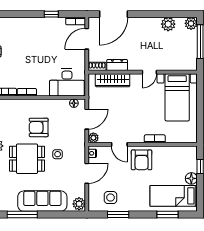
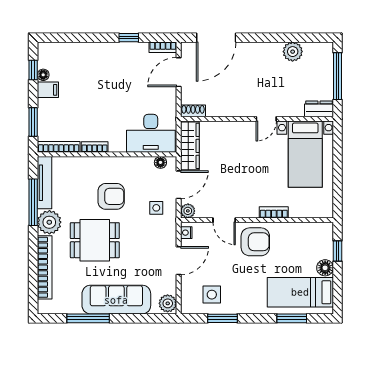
plant: (191, 23) -> (325, 51), removed
dresser: (117, 65) -> (319, 109), moved
wardrobe: (113, 80) -> (190, 146), moved, turned -90
armchair: (39, 127) -> (111, 196), turned 180
side table: (58, 154) -> (156, 208), moved
armchair: (142, 160) -> (255, 242), turned -90

